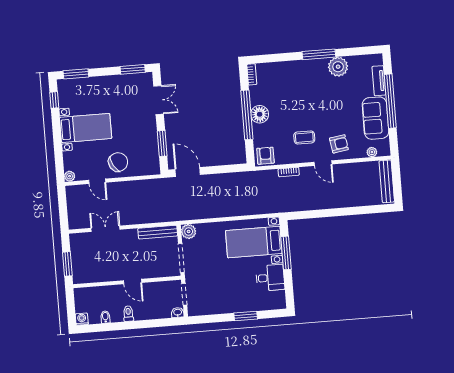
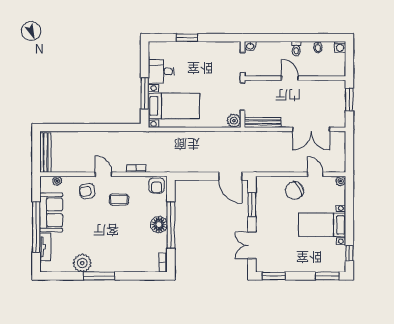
double door: (105, 229) -> (311, 129), width x1.37

